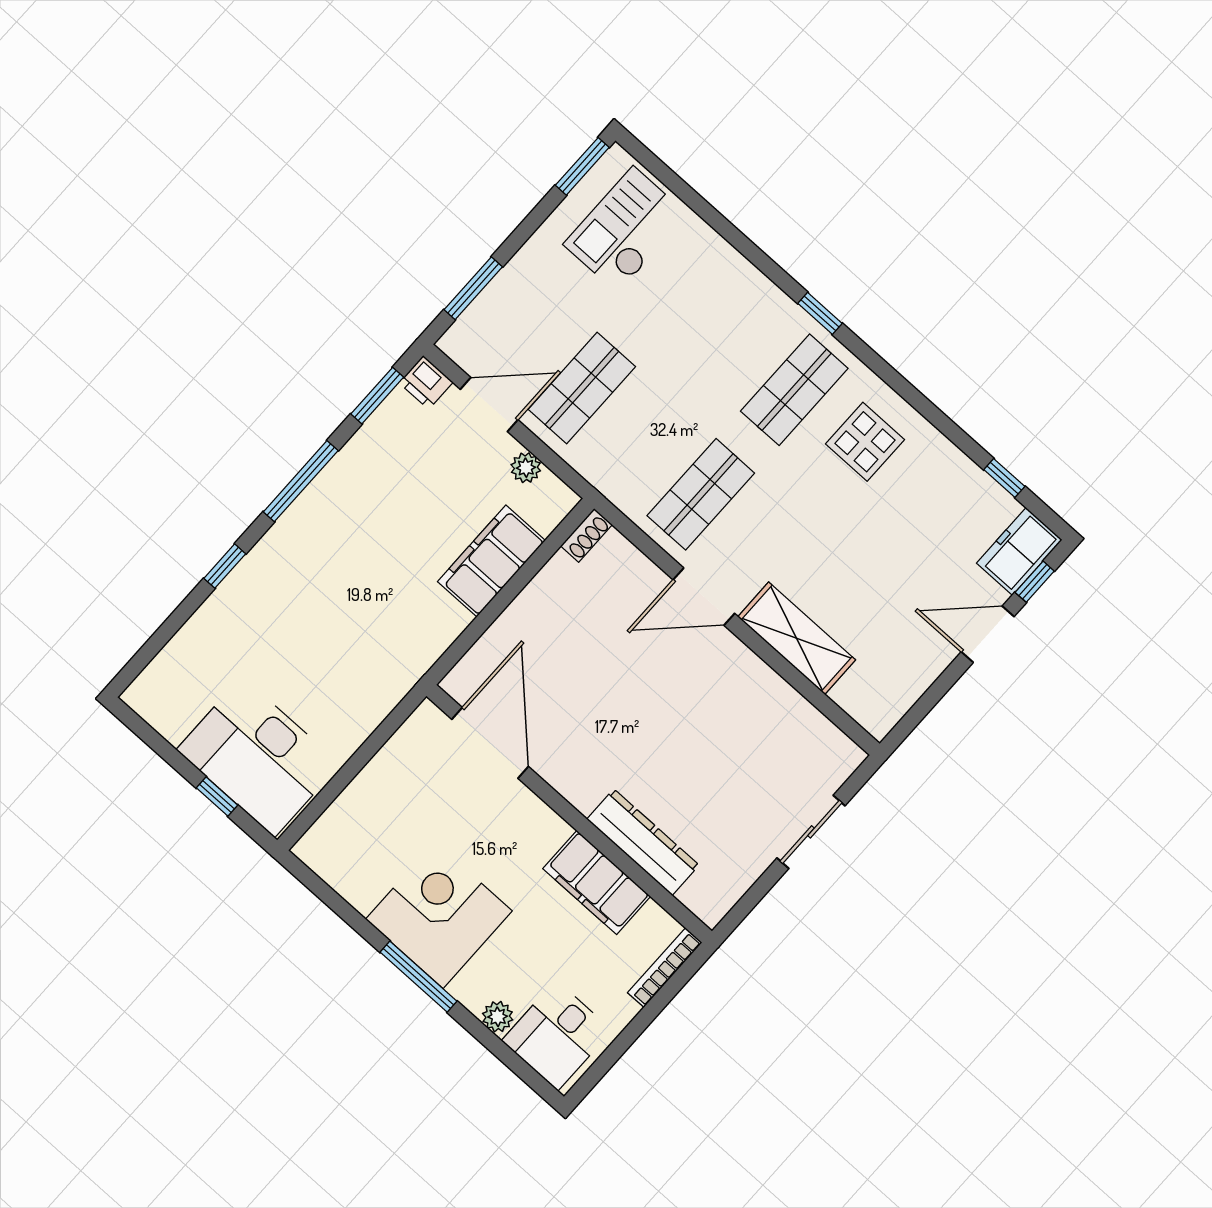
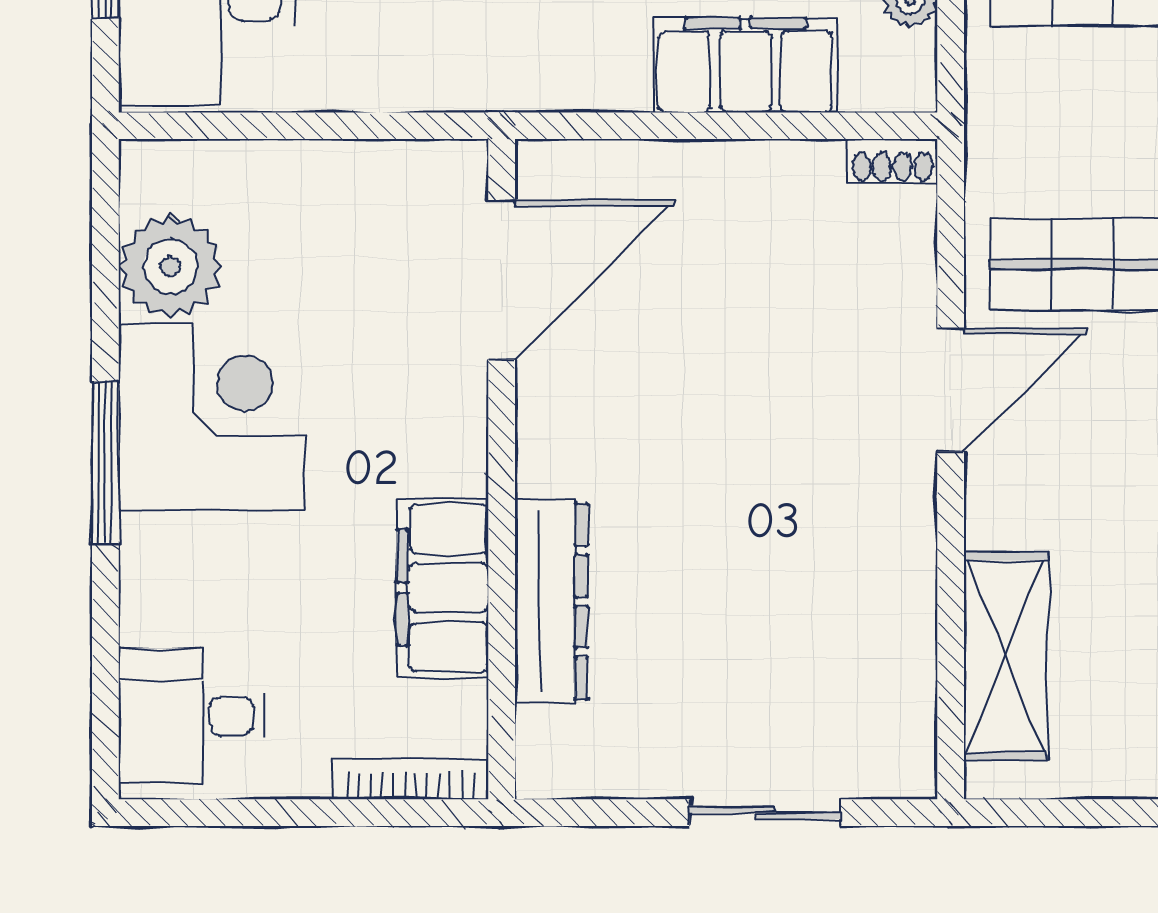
door: (704, 597) -> (951, 390), swing flipped
shelving: (797, 638) -> (1006, 656), moved
plant: (498, 1017) -> (170, 266), moved, width x1.87, depth x1.87

